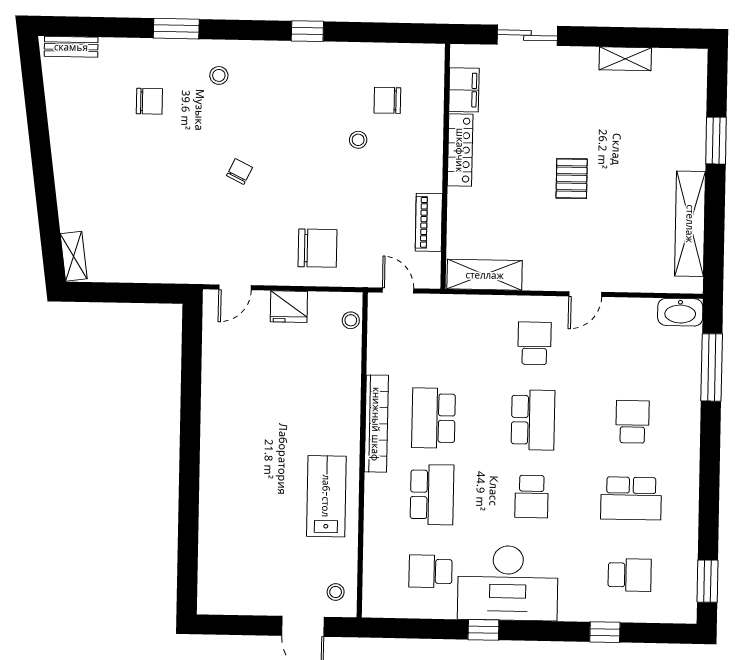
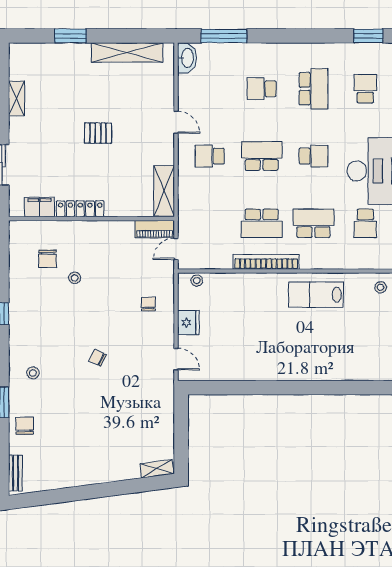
chair: (149, 101) -> (25, 426), moved
piano: (429, 222) -> (155, 229), moved
chair: (317, 248) -> (148, 304), width x0.54, depth x0.54

